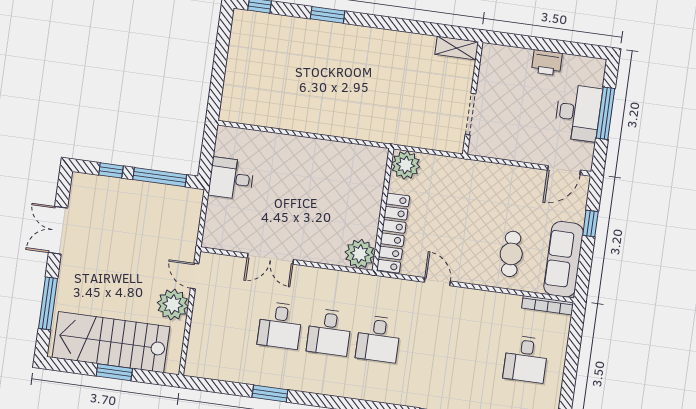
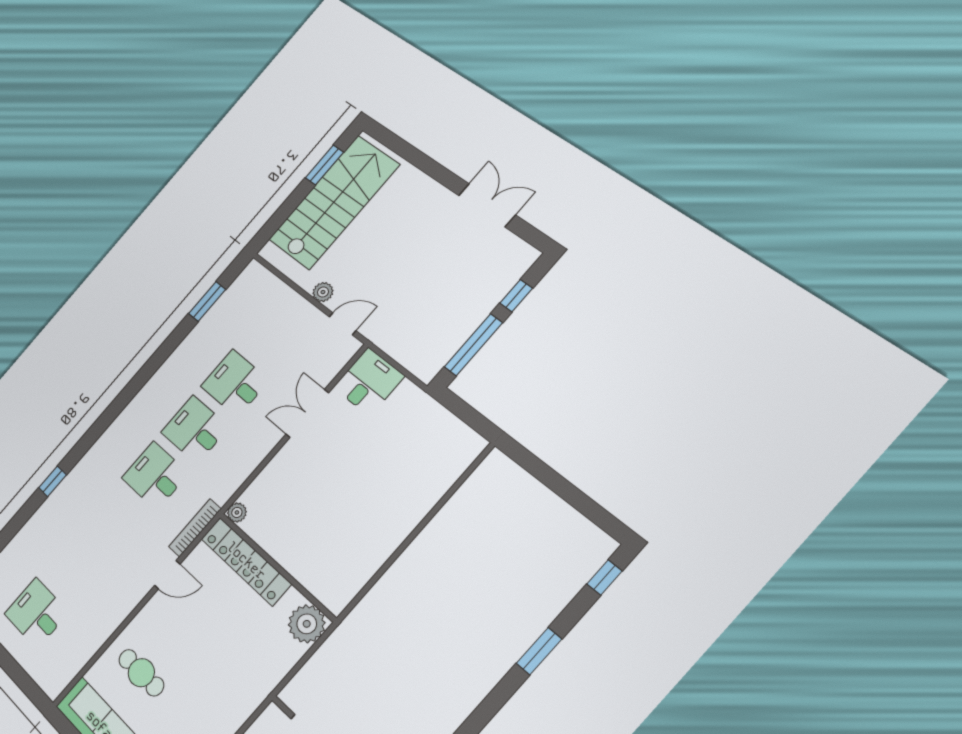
desk: (231, 179) -> (369, 382), moved
plant: (360, 254) -> (237, 512), width x0.53, depth x0.53
window: (48, 303) -> (416, 157), removed
plant: (173, 305) -> (323, 292), width x0.53, depth x0.53
bookcase: (548, 305) -> (195, 528), moved
window: (114, 372) -> (324, 165), moved
window: (270, 394) -> (207, 302), moved

